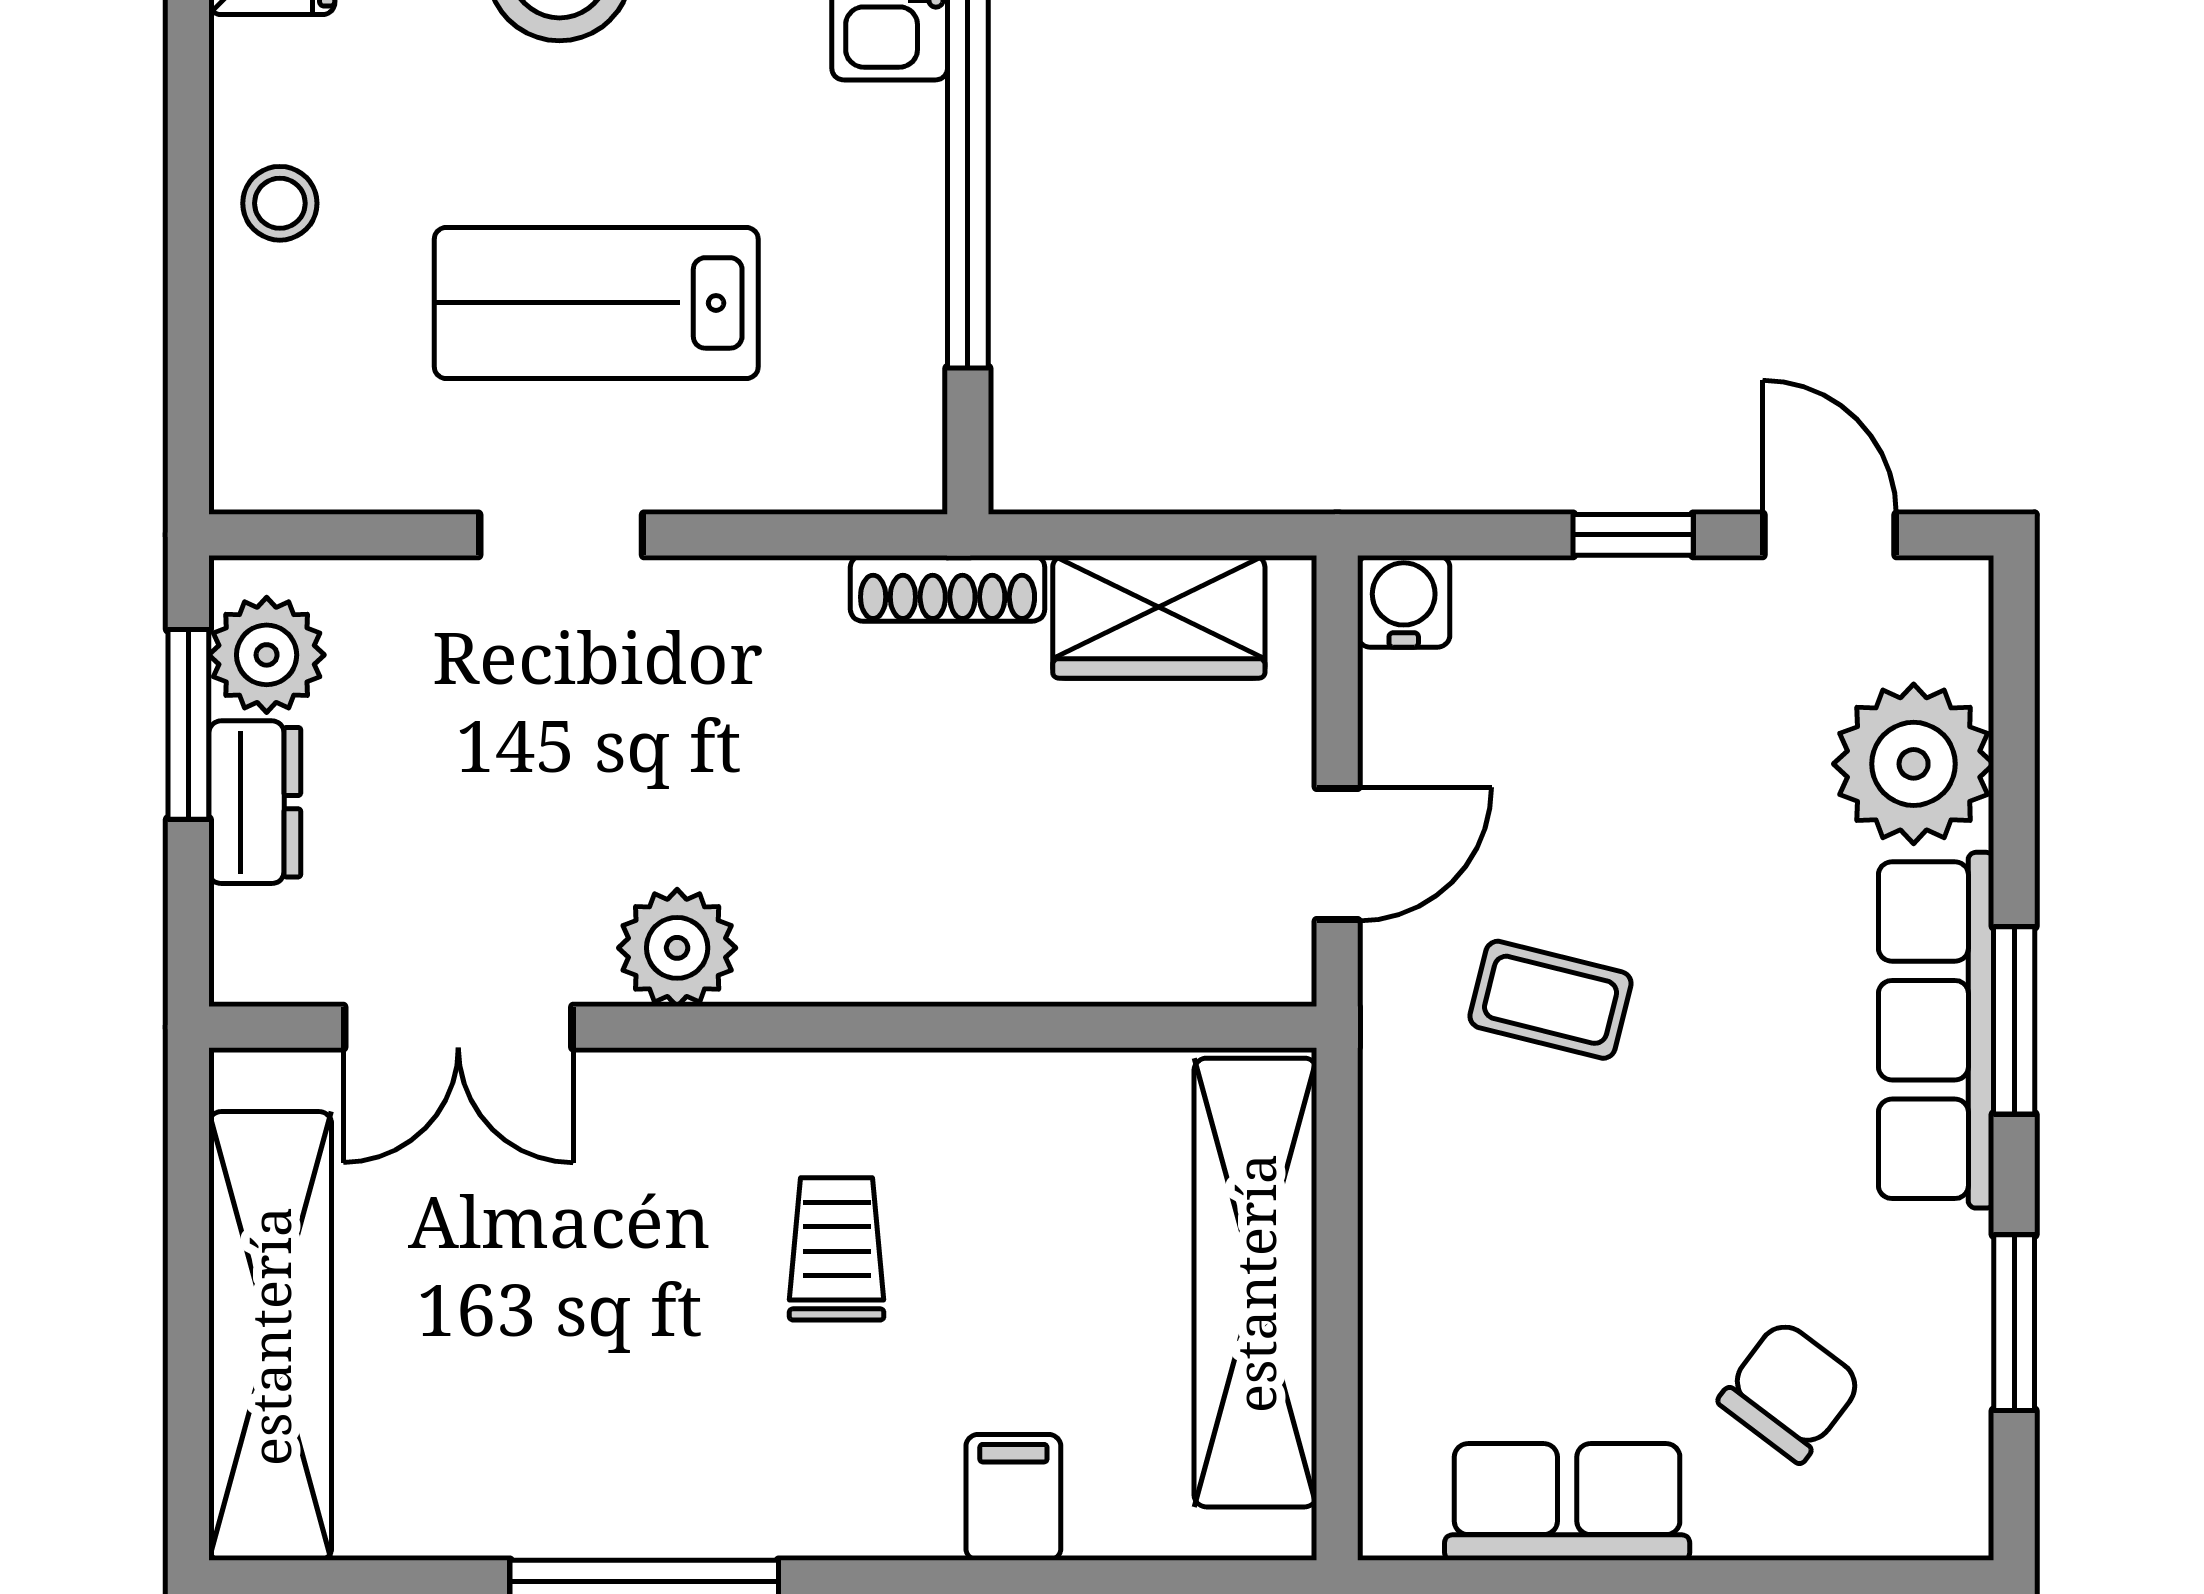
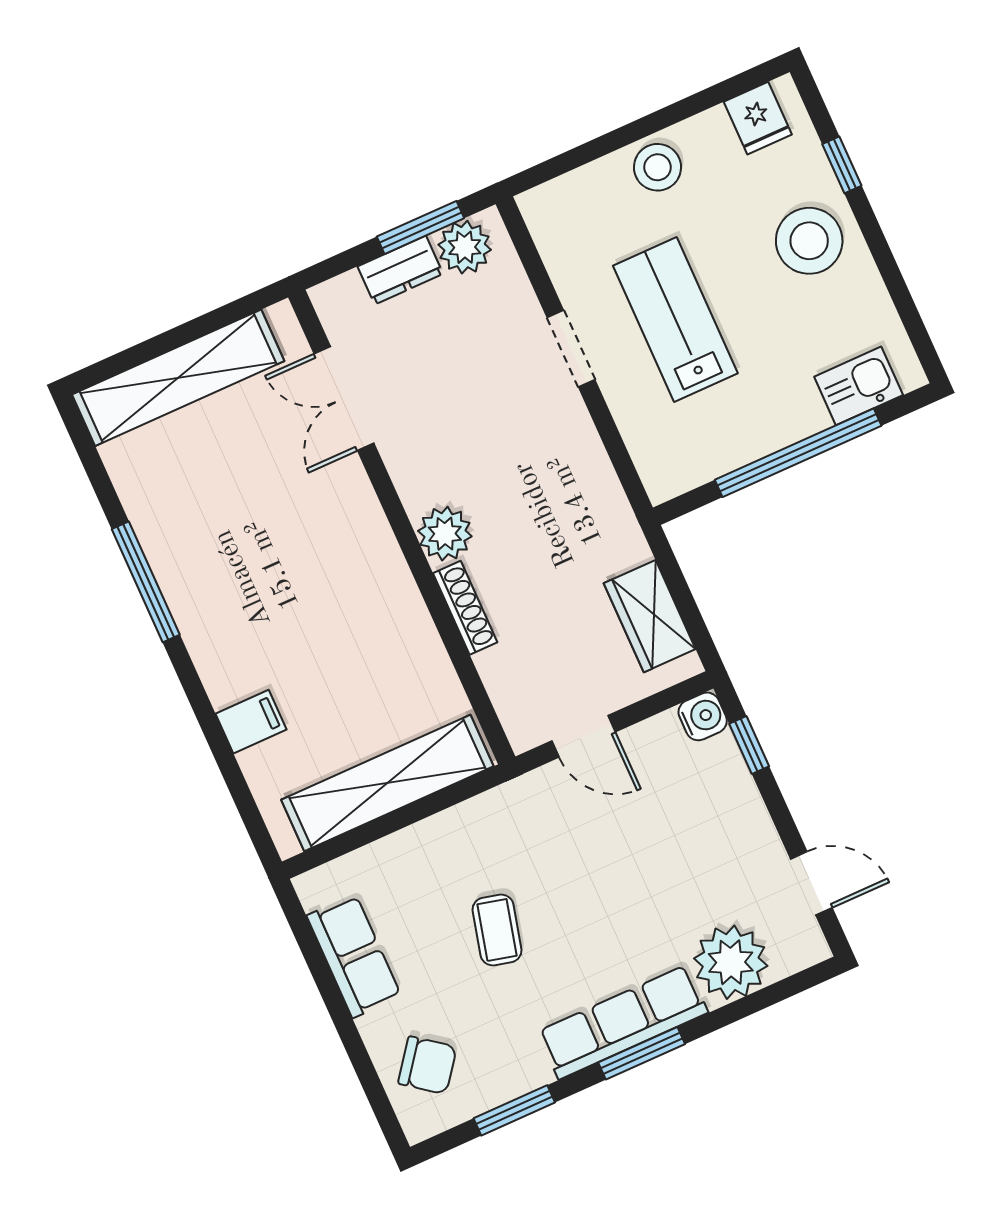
stool: (280, 203) -> (658, 167), width x1.37, depth x1.37
window: (1633, 535) -> (749, 745), moved
door: (1830, 535) -> (811, 883), hinge flipped
shoe rack: (948, 588) -> (465, 608), moved, turned 180
plant: (677, 948) -> (445, 534), moved
coffee table: (1551, 1000) -> (497, 930), moved
trolley: (837, 1249) -> (322, 600), removed
chair: (1790, 1391) -> (427, 1065), moved

